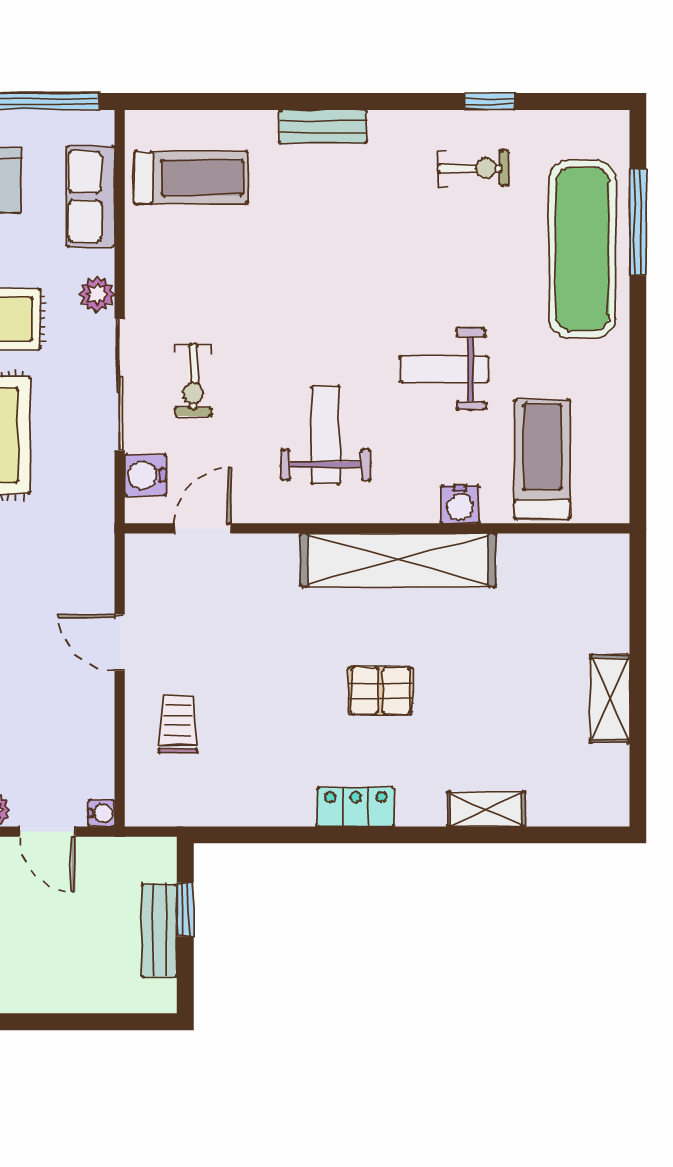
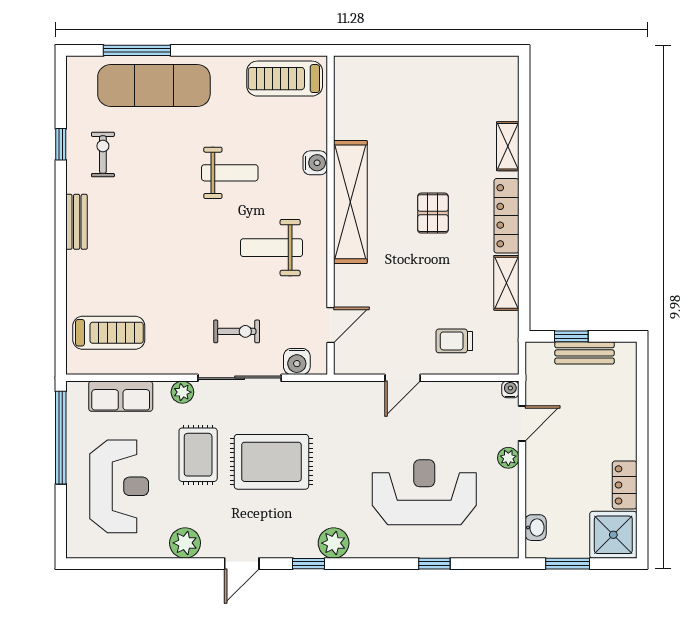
bench: (323, 127) -> (77, 222), moved
treadmill: (191, 177) -> (109, 333), turned 90
weight bench: (444, 369) -> (230, 173), turned -90
treadmill: (542, 459) -> (285, 79), moved
door: (203, 528) -> (330, 325), swing flipped
shelving: (610, 699) -> (506, 283), moved, turned 90
locker: (356, 807) -> (506, 216), width x1.53

